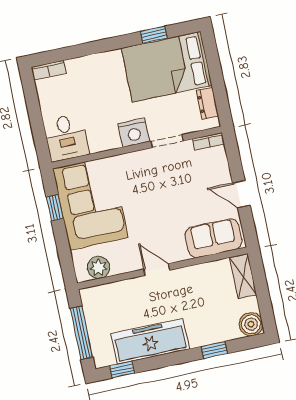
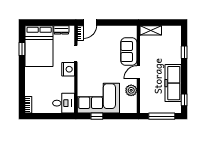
door: (241, 194) -> (90, 22), moved
sofa: (213, 238) -> (129, 51), moved
plant: (99, 267) -> (131, 90), moved
boiler: (251, 324) -> (175, 31), removed

